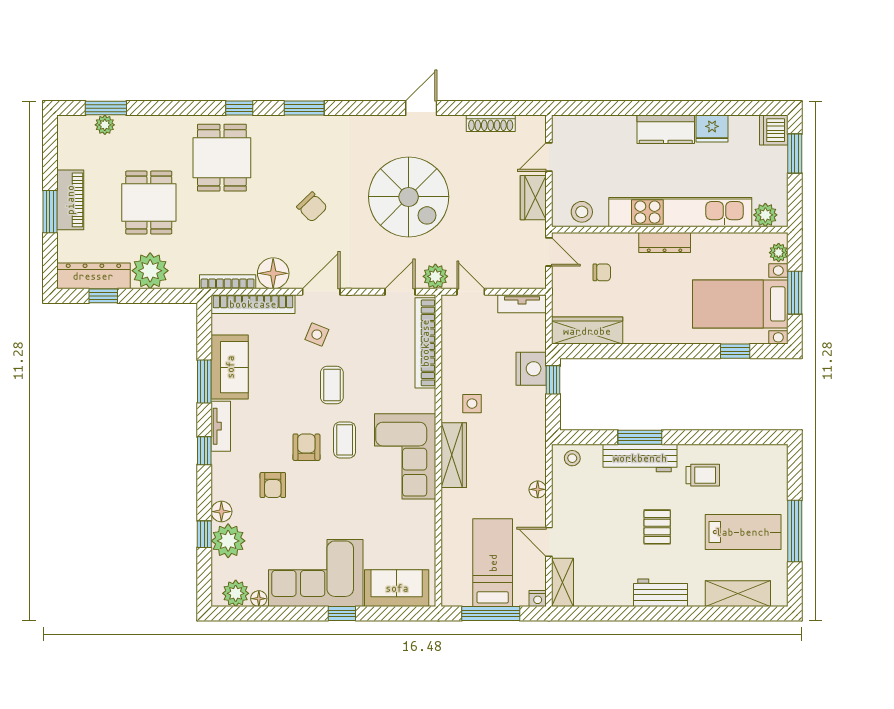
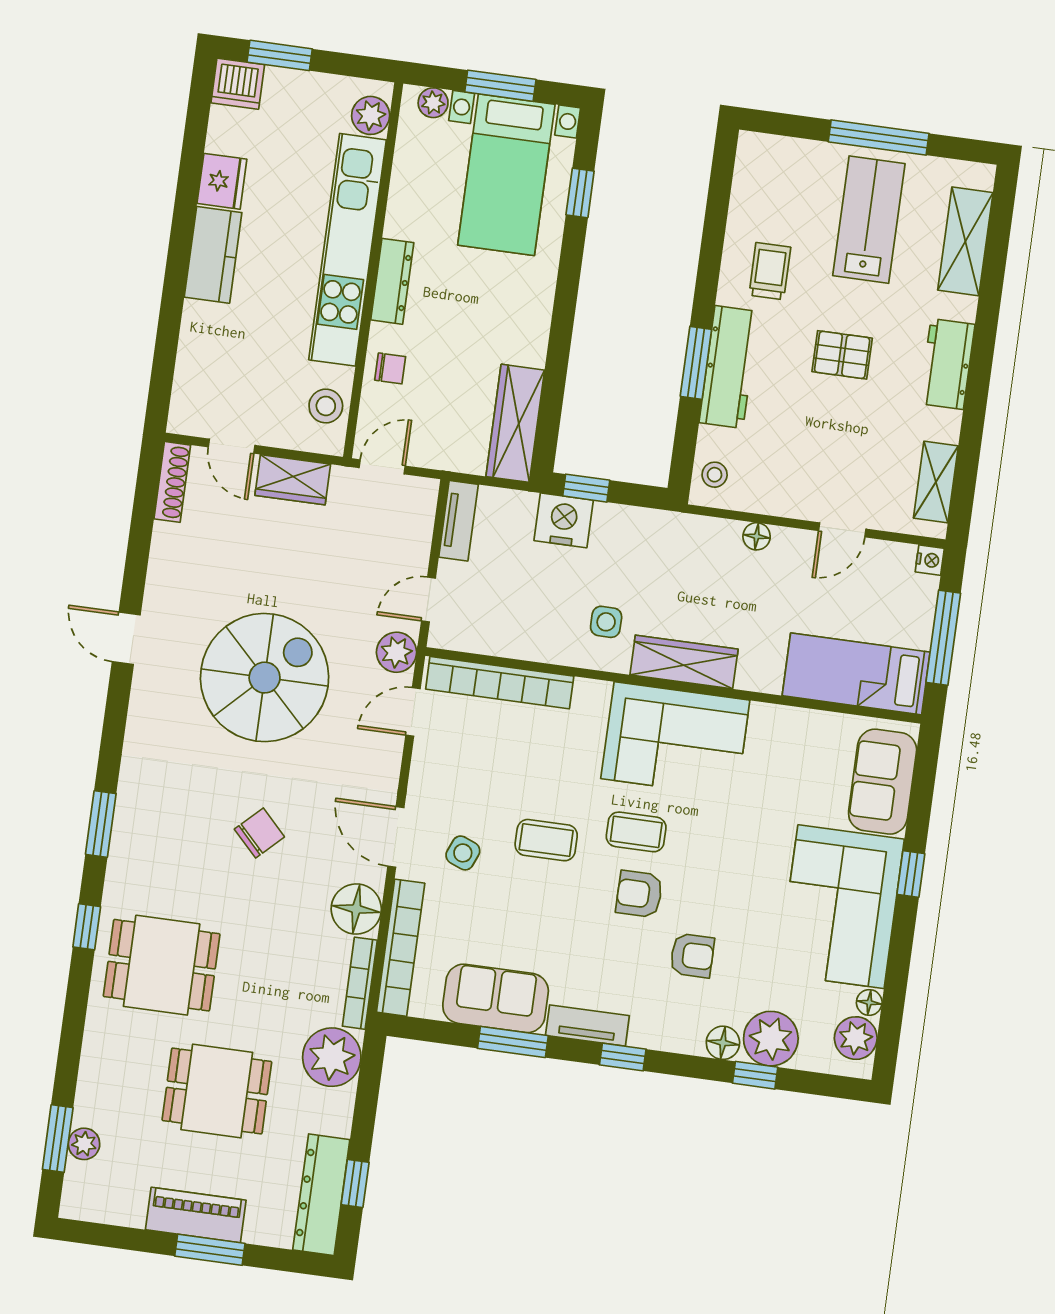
shoe rack: (491, 123) -> (172, 482), moved
plant: (150, 271) -> (332, 1057), moved
chair: (602, 272) -> (390, 368), moved, turned 90
door: (400, 292) -> (413, 712), hinge flipped
bed: (493, 563) -> (856, 674), moved
shelving: (563, 582) -> (936, 482), moved, turned 90

